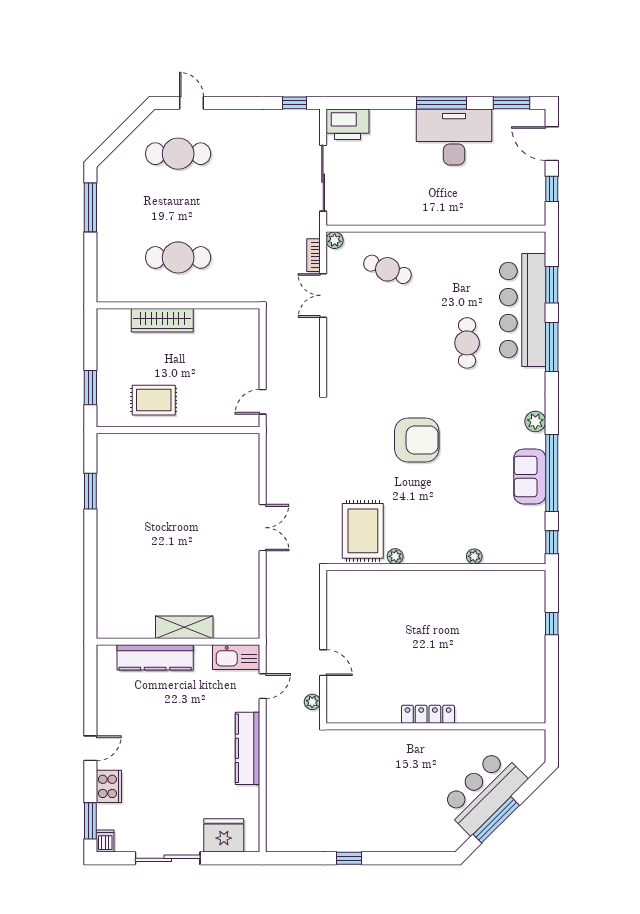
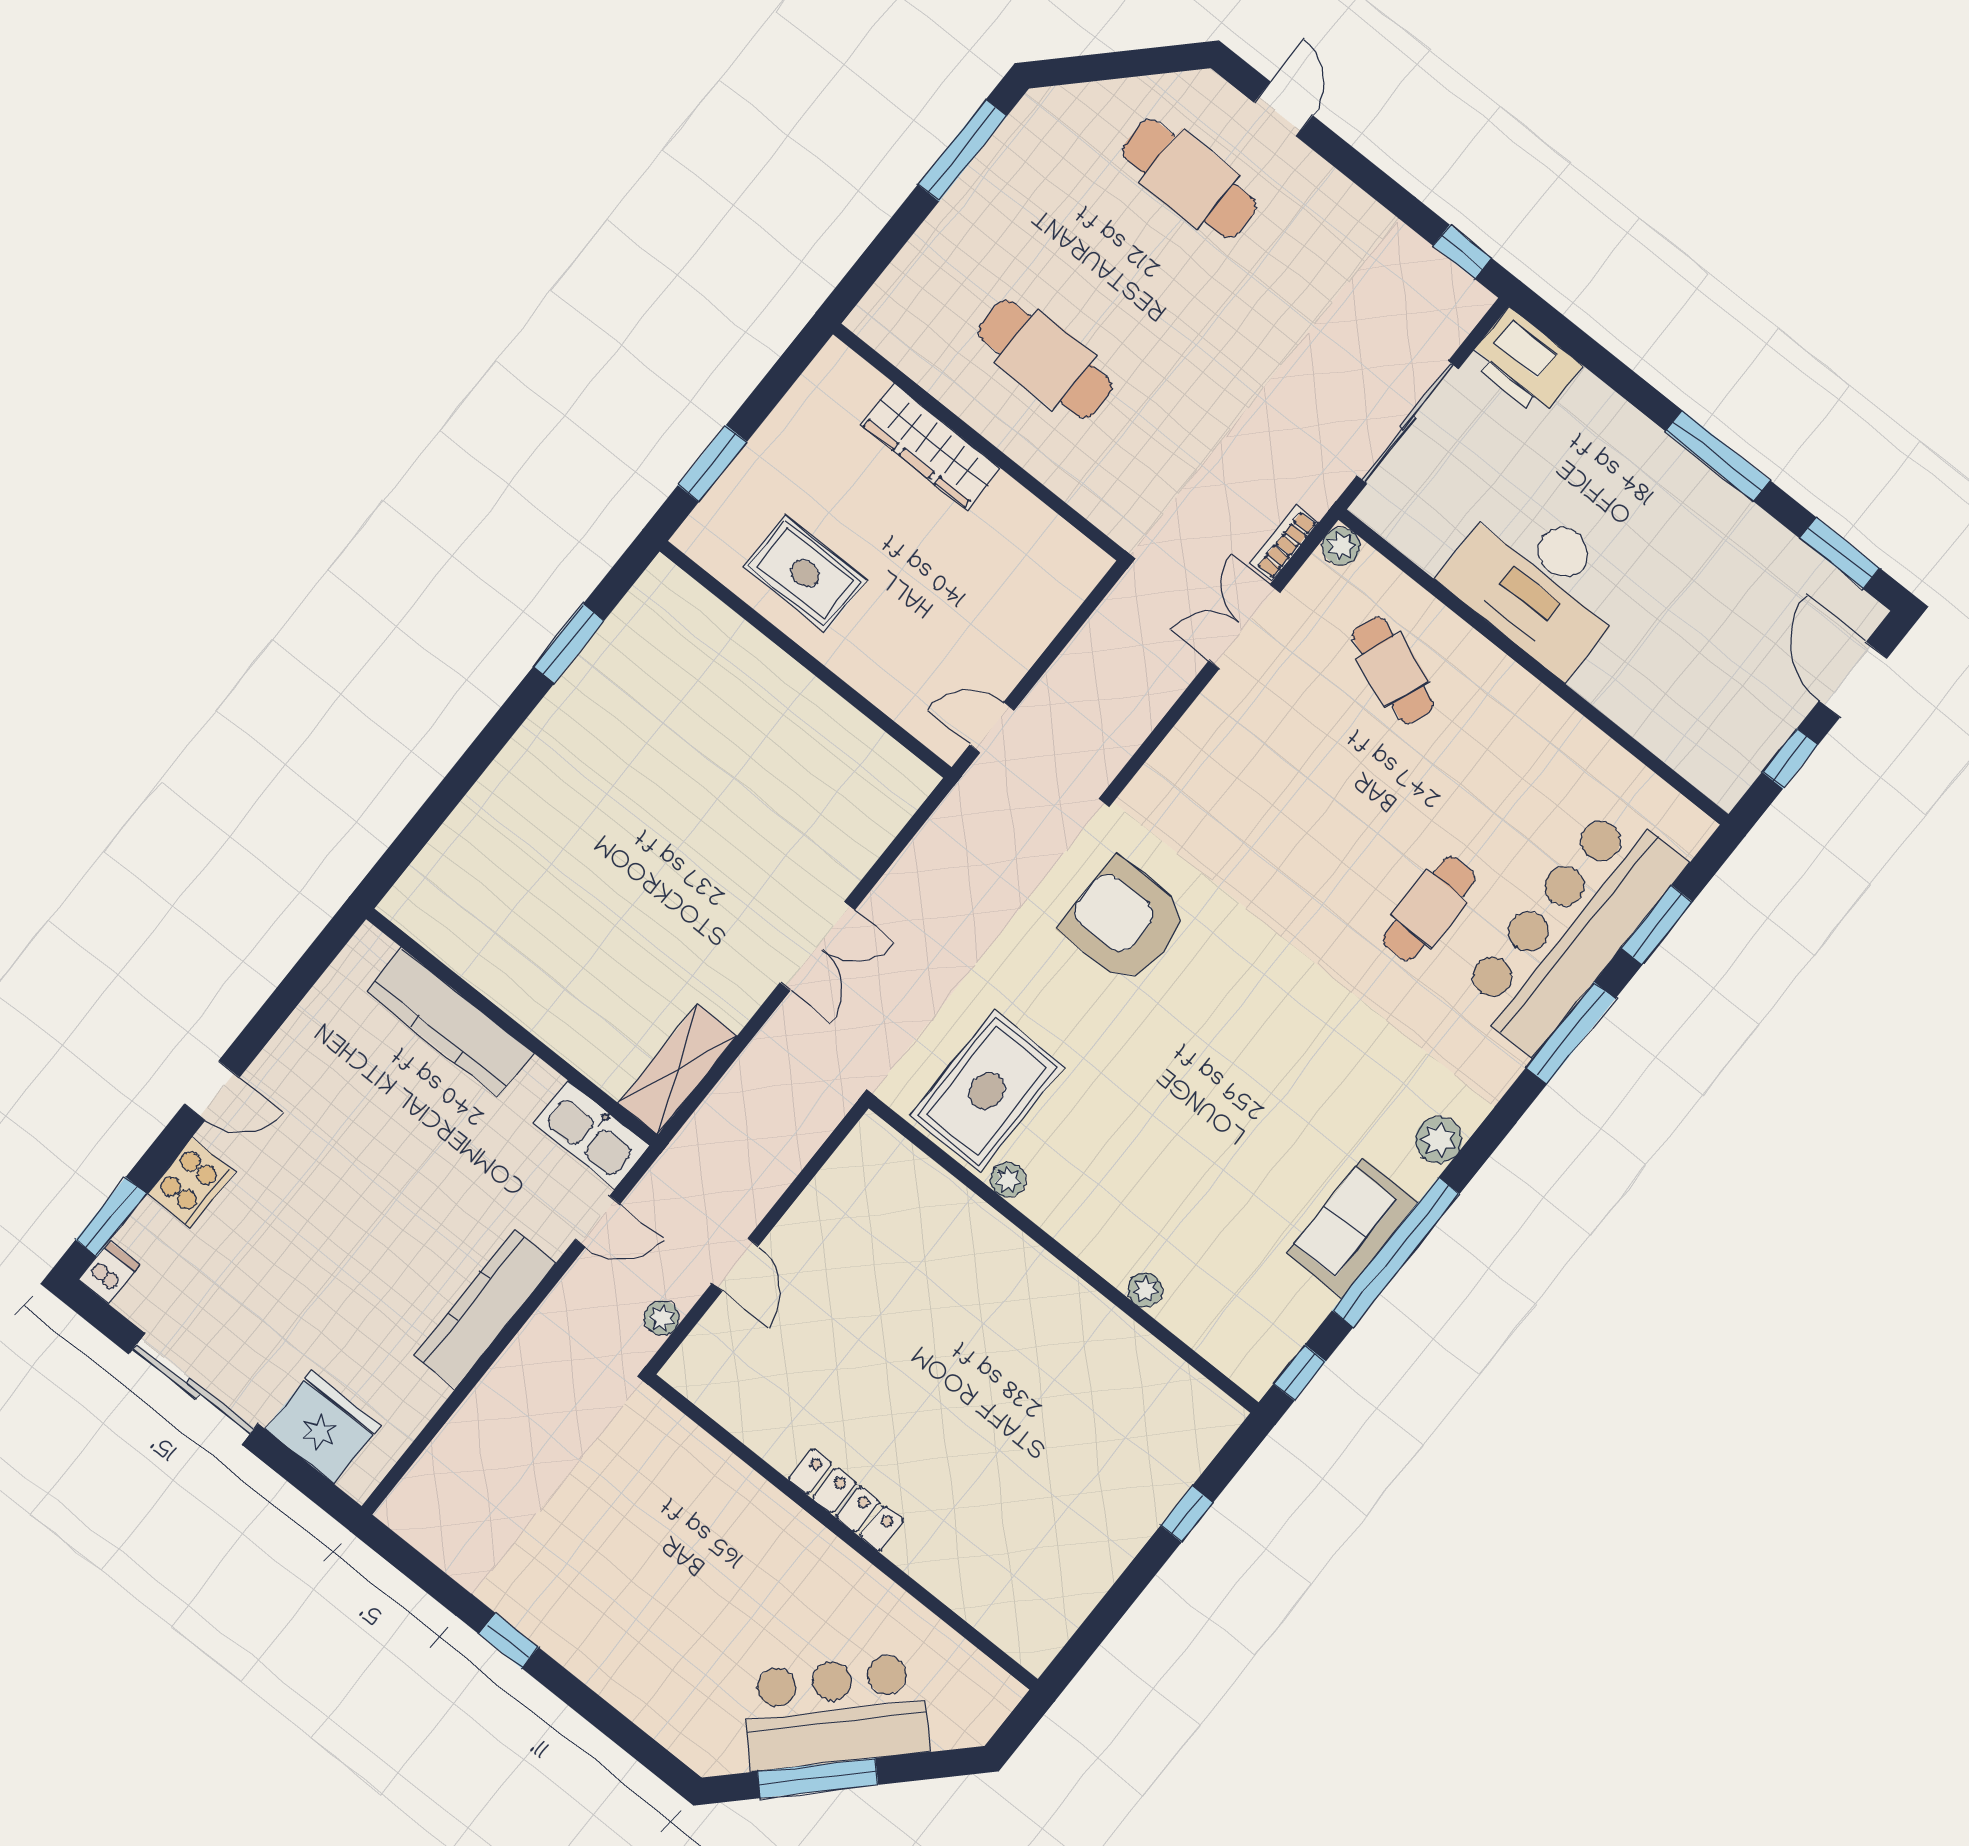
desk: (454, 137) -> (1539, 582), moved, turned 180
armchair: (417, 440) -> (1124, 921), moved, turned 180
shelving: (184, 627) -> (678, 1069), moved, turned 90

